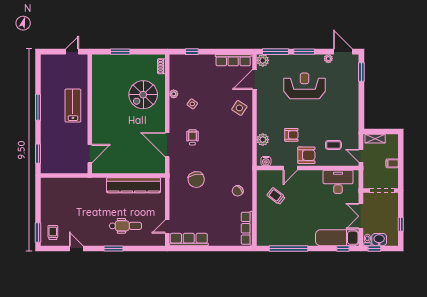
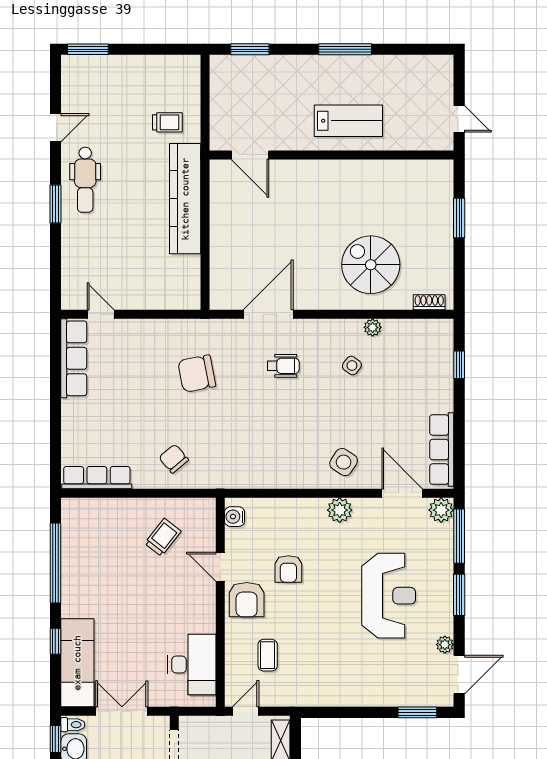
plant: (263, 140) -> (340, 510), moved
kitchen counter: (134, 185) -> (185, 199), moved
dental chair: (125, 226) -> (85, 180), moved
trolley: (53, 232) -> (167, 122), moved
window: (343, 248) -> (55, 641), moved

